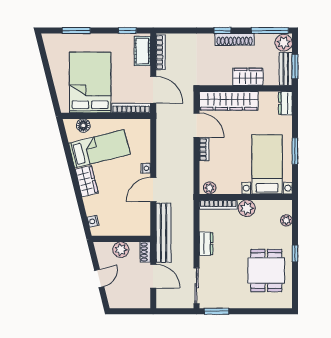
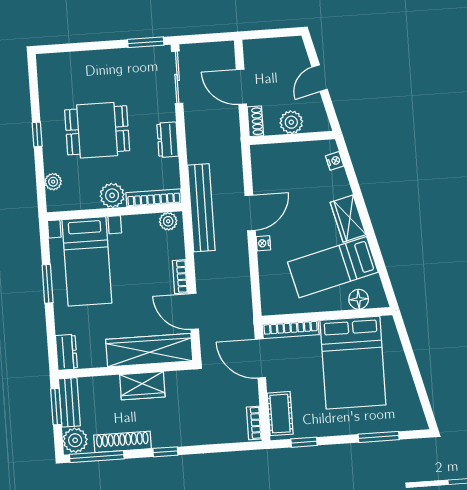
shoe rack: (235, 39) -> (122, 442), moved
bookcase: (161, 52) -> (254, 423), width x0.64
wardrobe: (248, 77) -> (142, 386), moved
bench: (163, 233) -> (201, 208), moved
dining table: (266, 271) -> (97, 130), moved, turned 90

